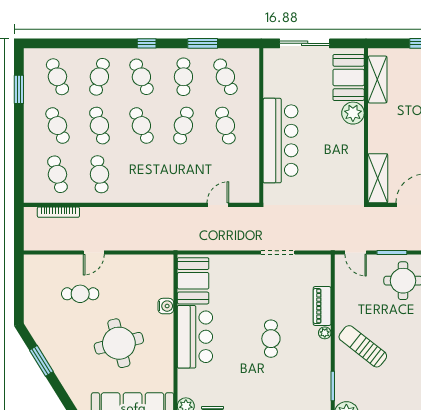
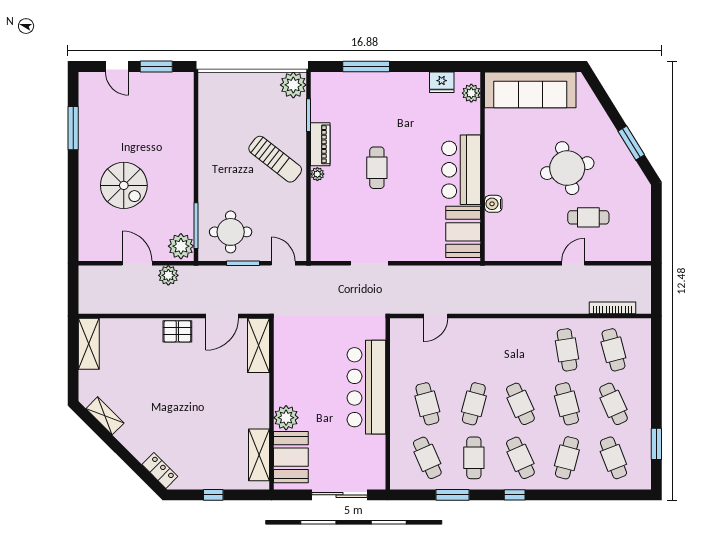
piano: (322, 306) -> (320, 144), moved
round table: (119, 343) -> (567, 168), moved

